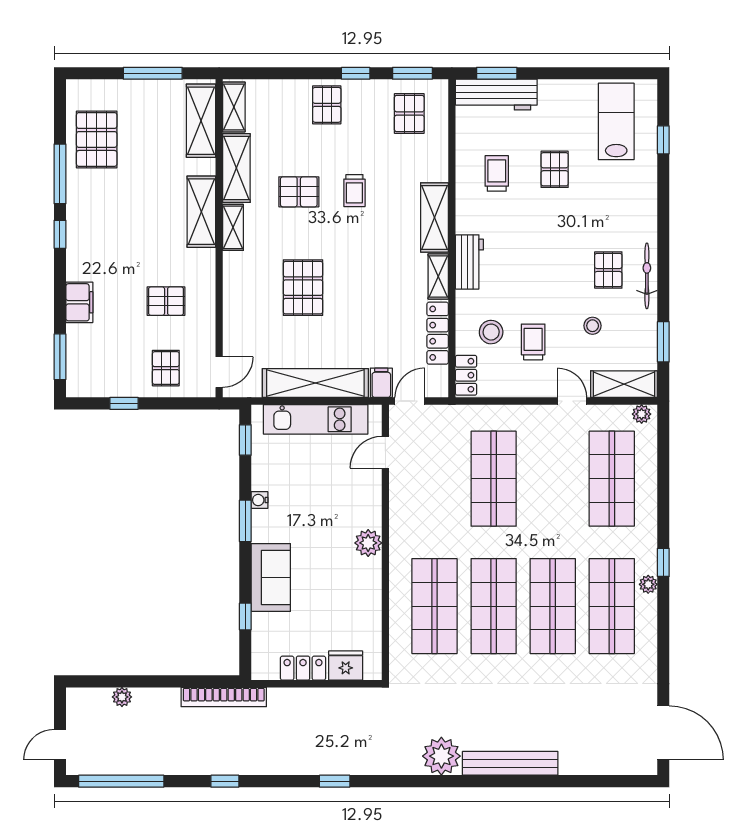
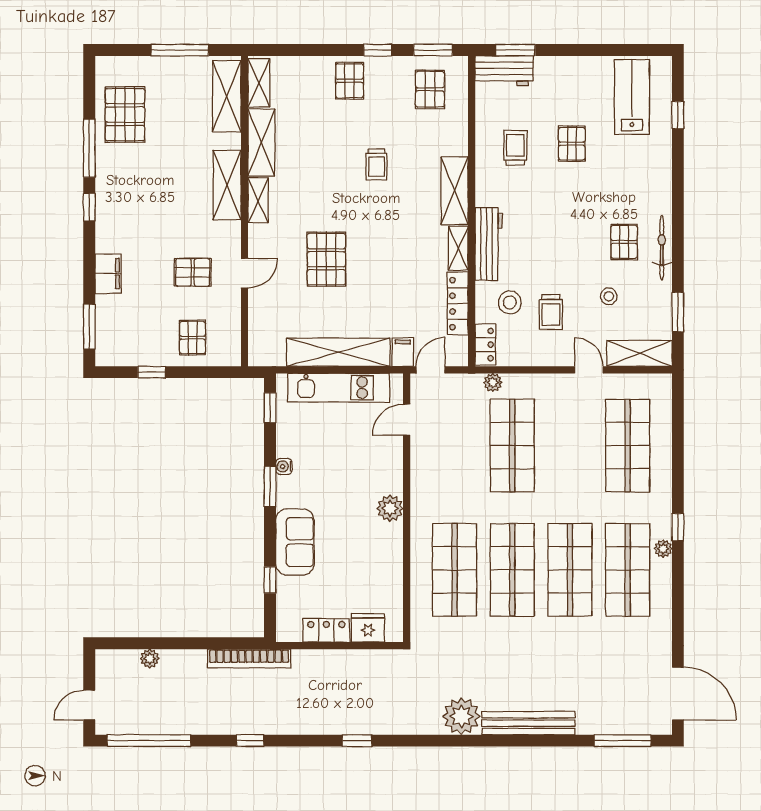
workbench: (496, 95) -> (504, 71), width x0.73
pallet: (299, 192) -> (322, 166), removed
workbench: (469, 262) -> (489, 244), width x1.38
trolley: (533, 342) -> (551, 312), turned 180
door: (219, 372) -> (244, 273), moved
plant: (642, 414) -> (493, 382), moved
window: (607, 781) -> (623, 741), added

